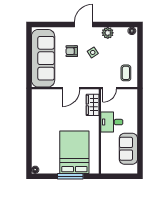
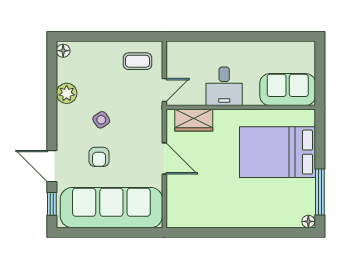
window: (45, 25) -> (52, 204), added
door: (83, 25) -> (52, 166), moved
door: (110, 88) -> (164, 90), hinge flipped
sofa: (128, 149) -> (288, 90), moved, turned 180
window: (70, 176) -> (320, 192), moved

